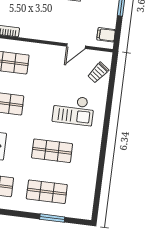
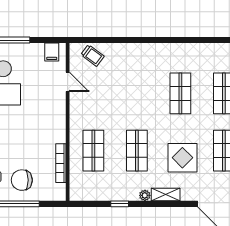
checkout: (73, 110) -> (135, 76), removed

